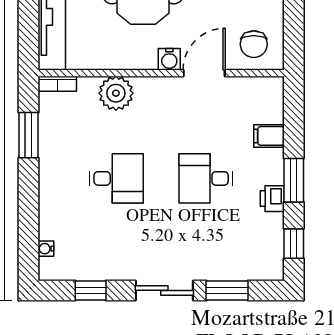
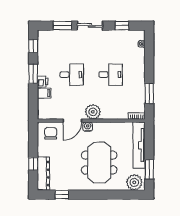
plant: (116, 93) -> (93, 112), moved
desk: (117, 178) -> (111, 75), turned 180
printer: (272, 199) -> (43, 82), moved

